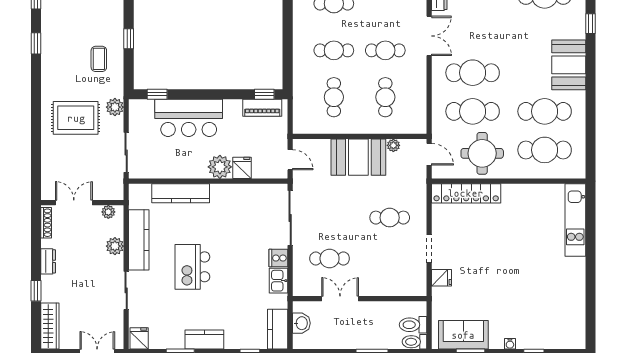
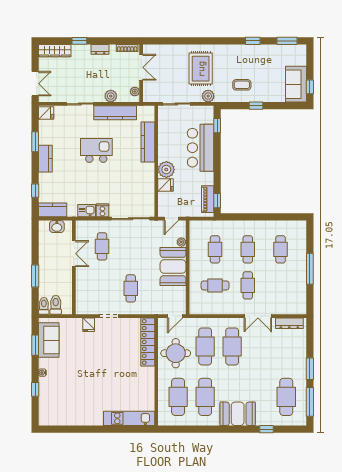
cafe table: (334, 97) -> (215, 249), turned 90
plant: (393, 145) -> (181, 242), moved

